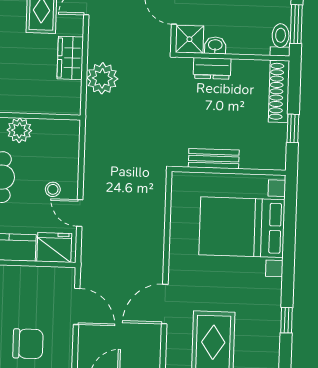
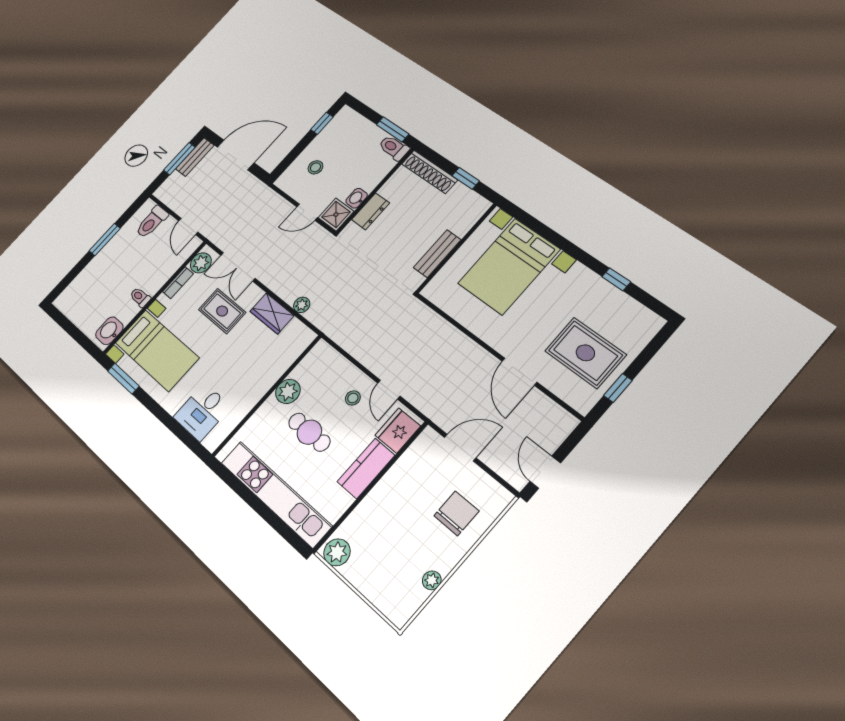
plant: (102, 78) -> (302, 305), width x0.53, depth x0.53
door: (80, 213) -> (389, 390), hinge flipped

